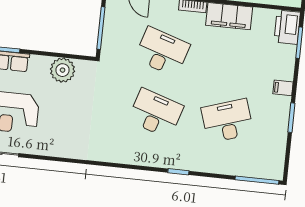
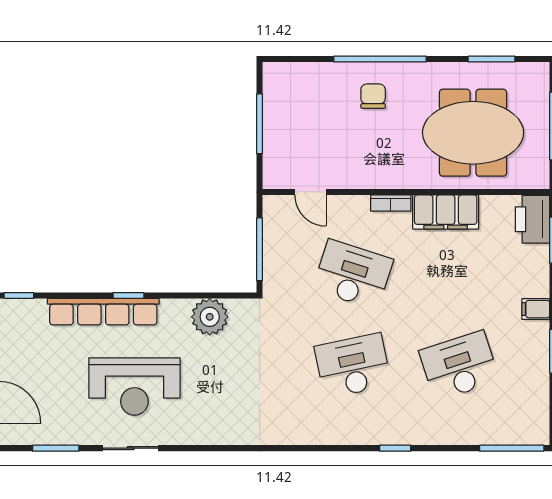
desk: (156, 113) -> (353, 366), turned -30

